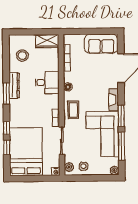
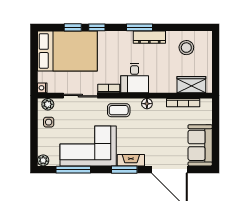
wardrobe: (47, 41) -> (191, 85), moved, turned 90
desk: (47, 82) -> (135, 78), moved
window: (121, 116) -> (124, 170), moved

